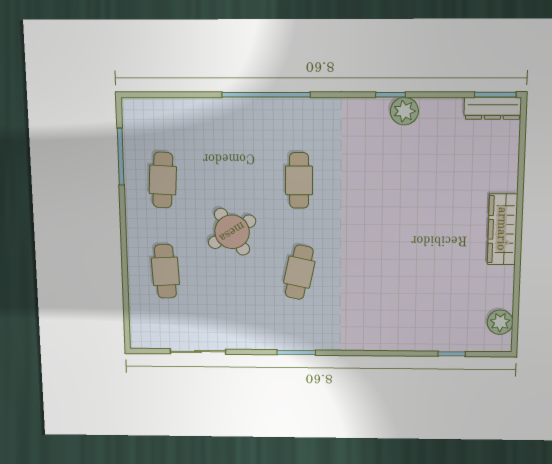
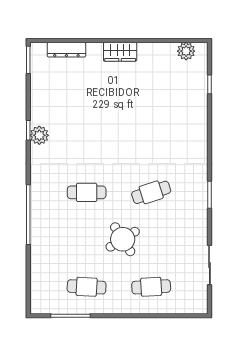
dresser: (493, 108) -> (66, 50), moved, turned 90
plant: (404, 111) -> (39, 135), moved
wardrobe: (502, 229) -> (120, 52), width x0.67
cafe table: (299, 272) -> (151, 192), turned -30

